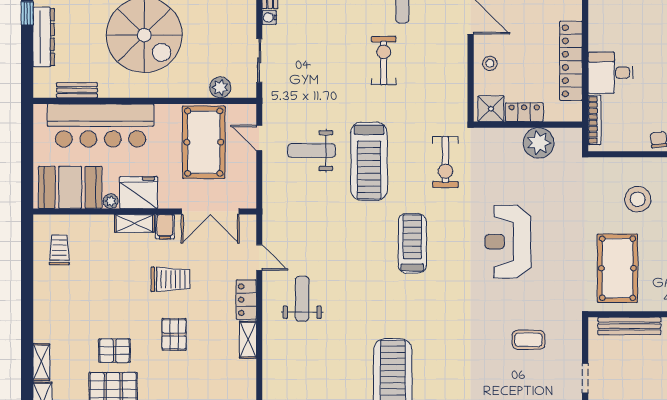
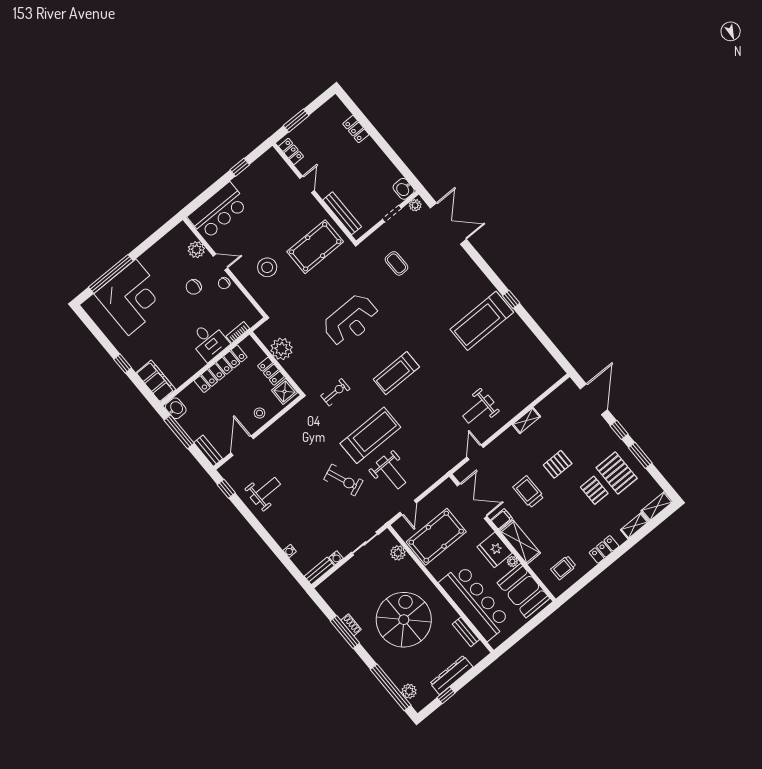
exercise bike: (384, 61) -> (343, 480), moved, turned -112
bookcase: (594, 120) -> (238, 332), width x0.64
exercise bike: (445, 162) -> (335, 392), width x0.73, depth x0.72
shelving: (134, 223) -> (520, 542), width x1.50, depth x1.33
locker: (246, 300) -> (604, 549), moved, turned 180

